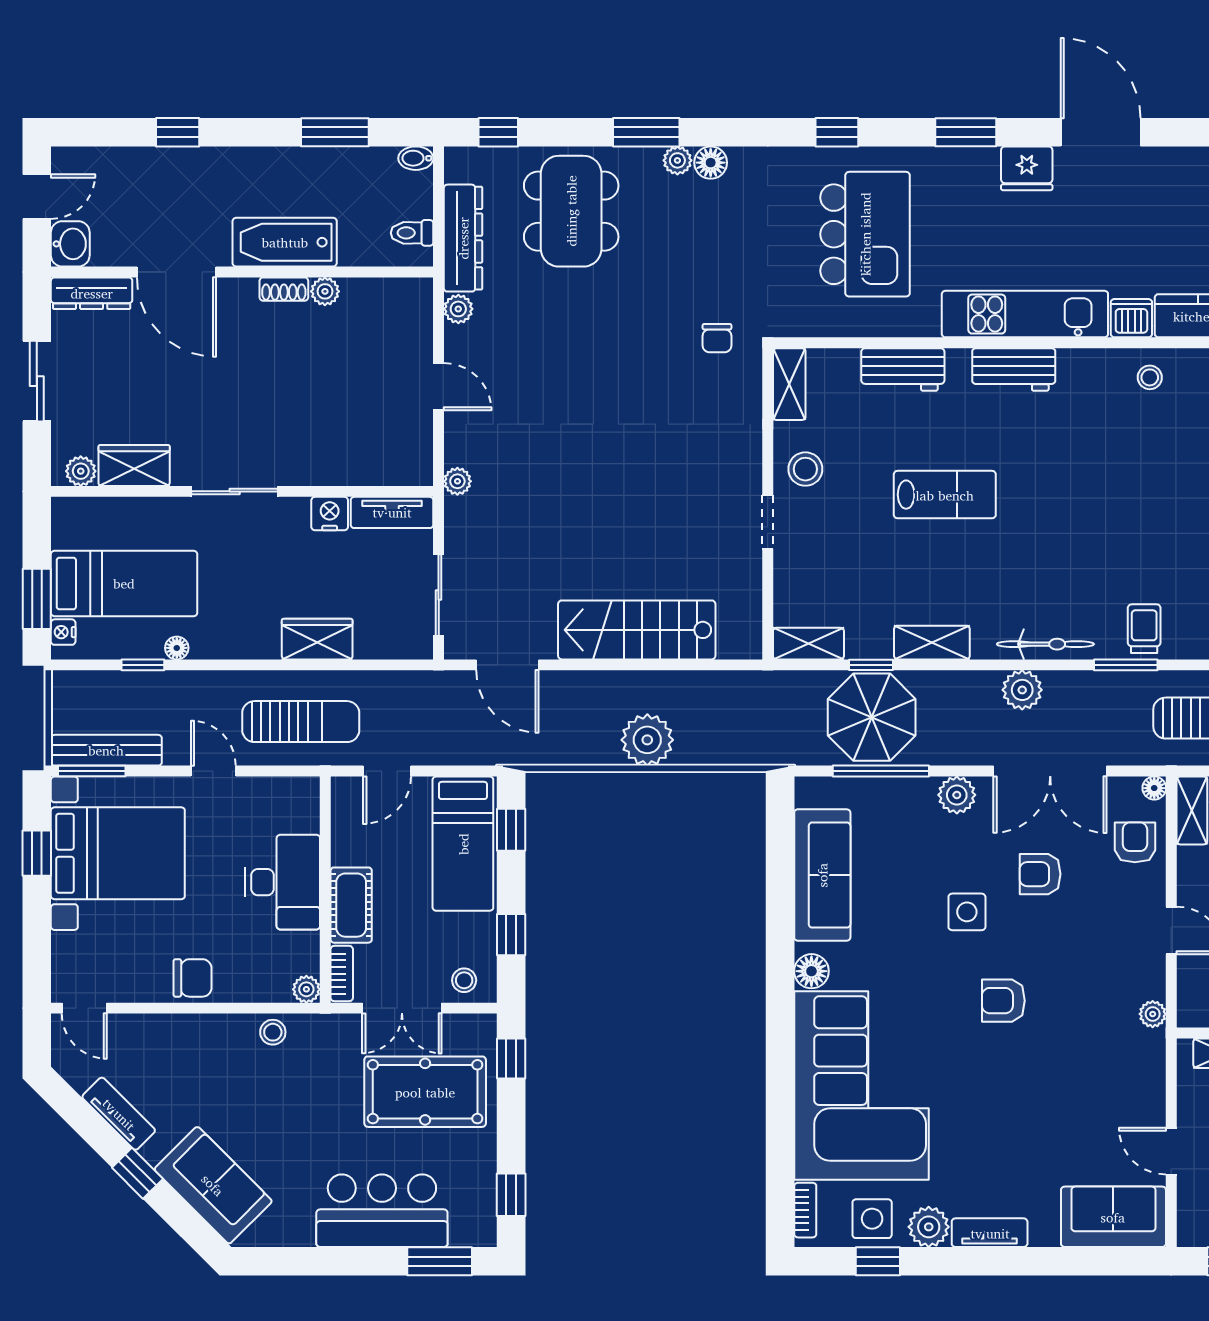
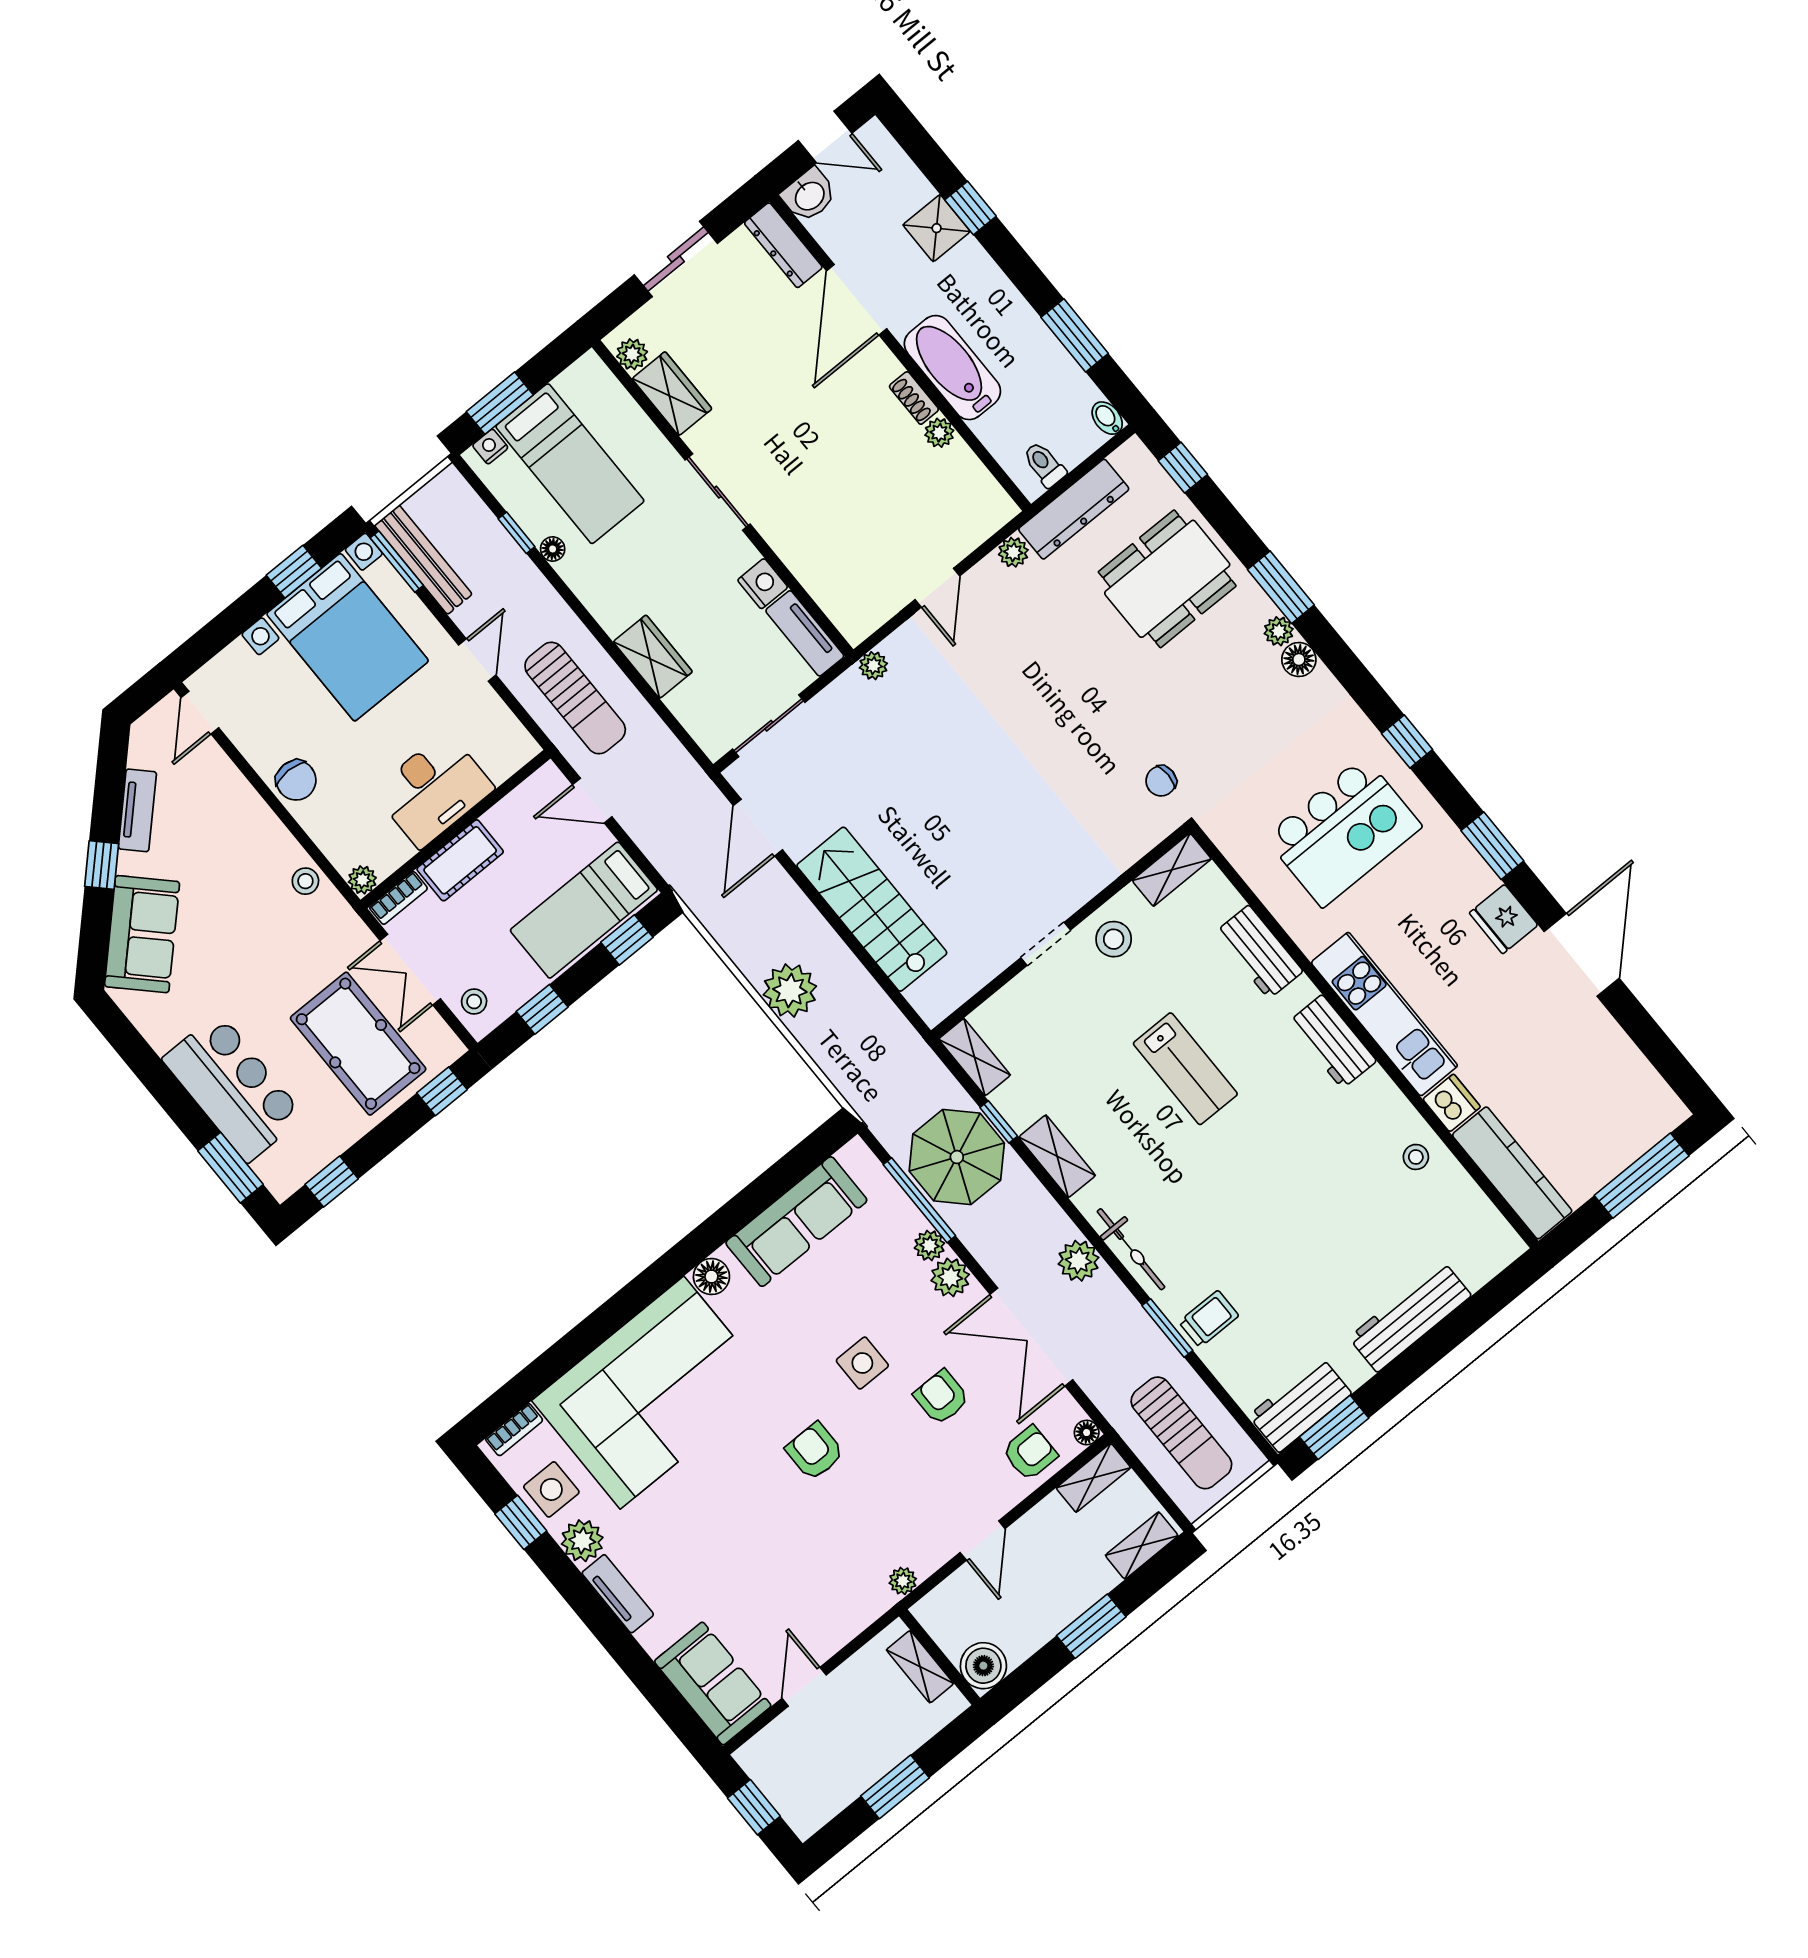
shower: (172, 169) -> (937, 228), added
plant: (921, 791) -> (929, 1246), added

